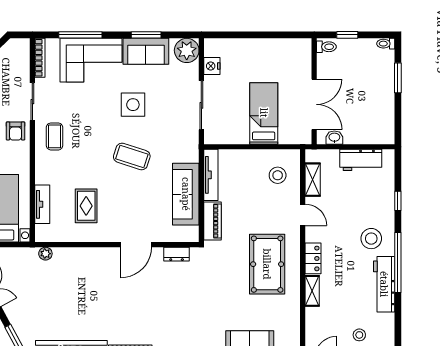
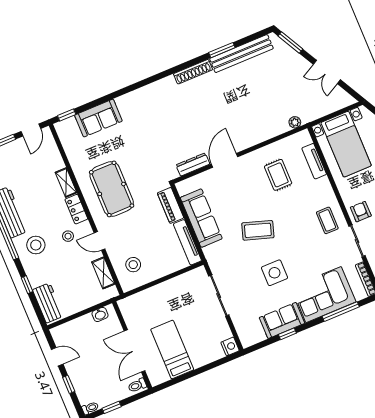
window: (146, 35) -> (287, 334), width x0.67
window: (347, 35) -> (112, 407), moved
plant: (187, 50) -> (249, 335), removed
nightstand: (212, 66) -> (230, 346), moved
window: (398, 78) -> (69, 384), width x0.67
double door: (314, 104) -> (134, 351), moved
door: (398, 112) -> (57, 357), added
bed: (264, 113) -> (172, 349), moved, turned 180
workbench: (361, 160) -> (48, 303), moved, turned 90
dresser: (177, 254) -> (193, 164), width x1.44
stool: (359, 335) -> (68, 236), moved

